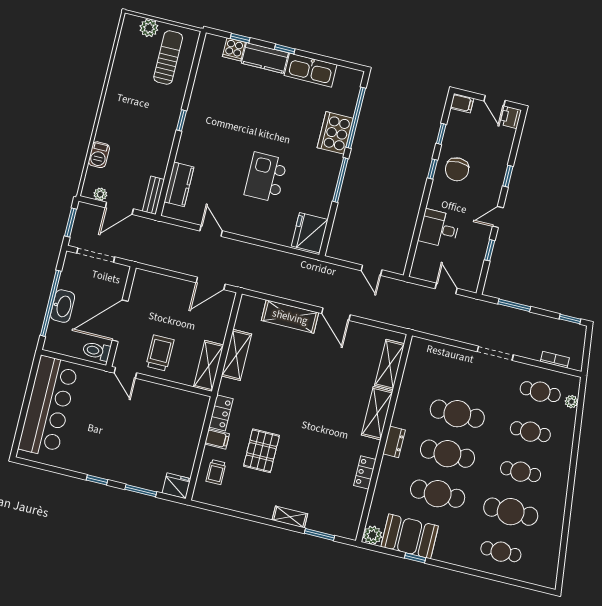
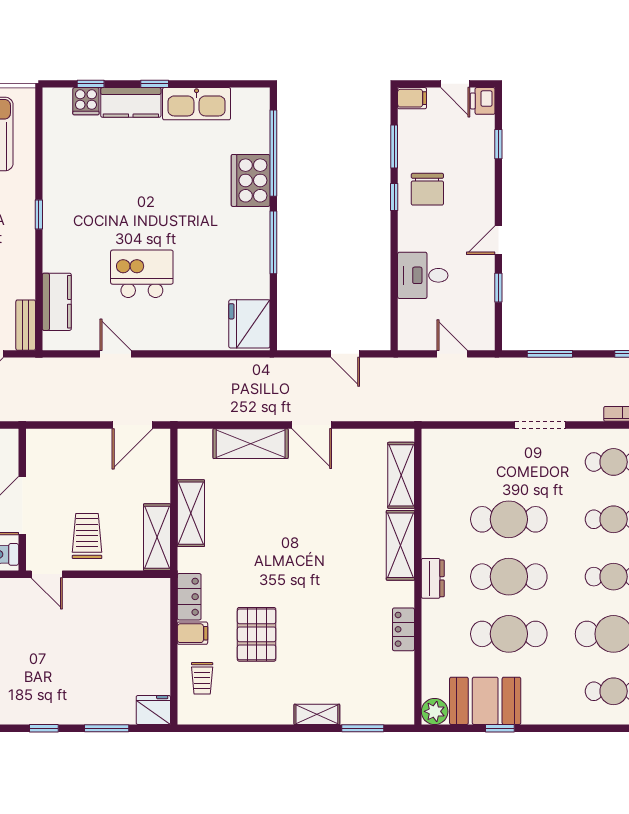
window: (441, 134) -> (394, 146), width x1.50
window: (508, 176) -> (498, 144), moved
kitchen island: (266, 177) -> (142, 274), moved, turned 90

